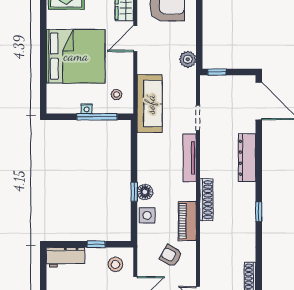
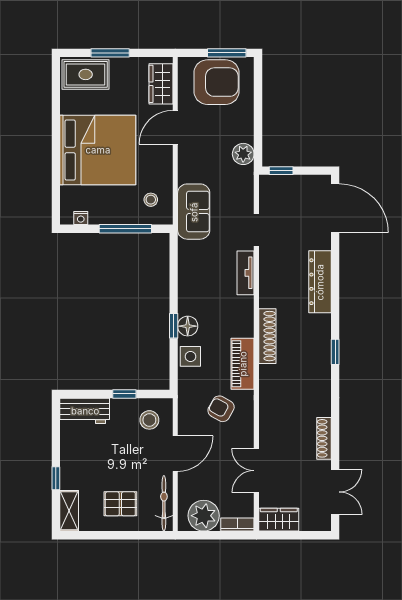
sofa: (150, 104) -> (194, 212), width x0.73
nightstand: (87, 109) -> (81, 218), moved
tv unit: (190, 158) -> (246, 273), width x0.71

